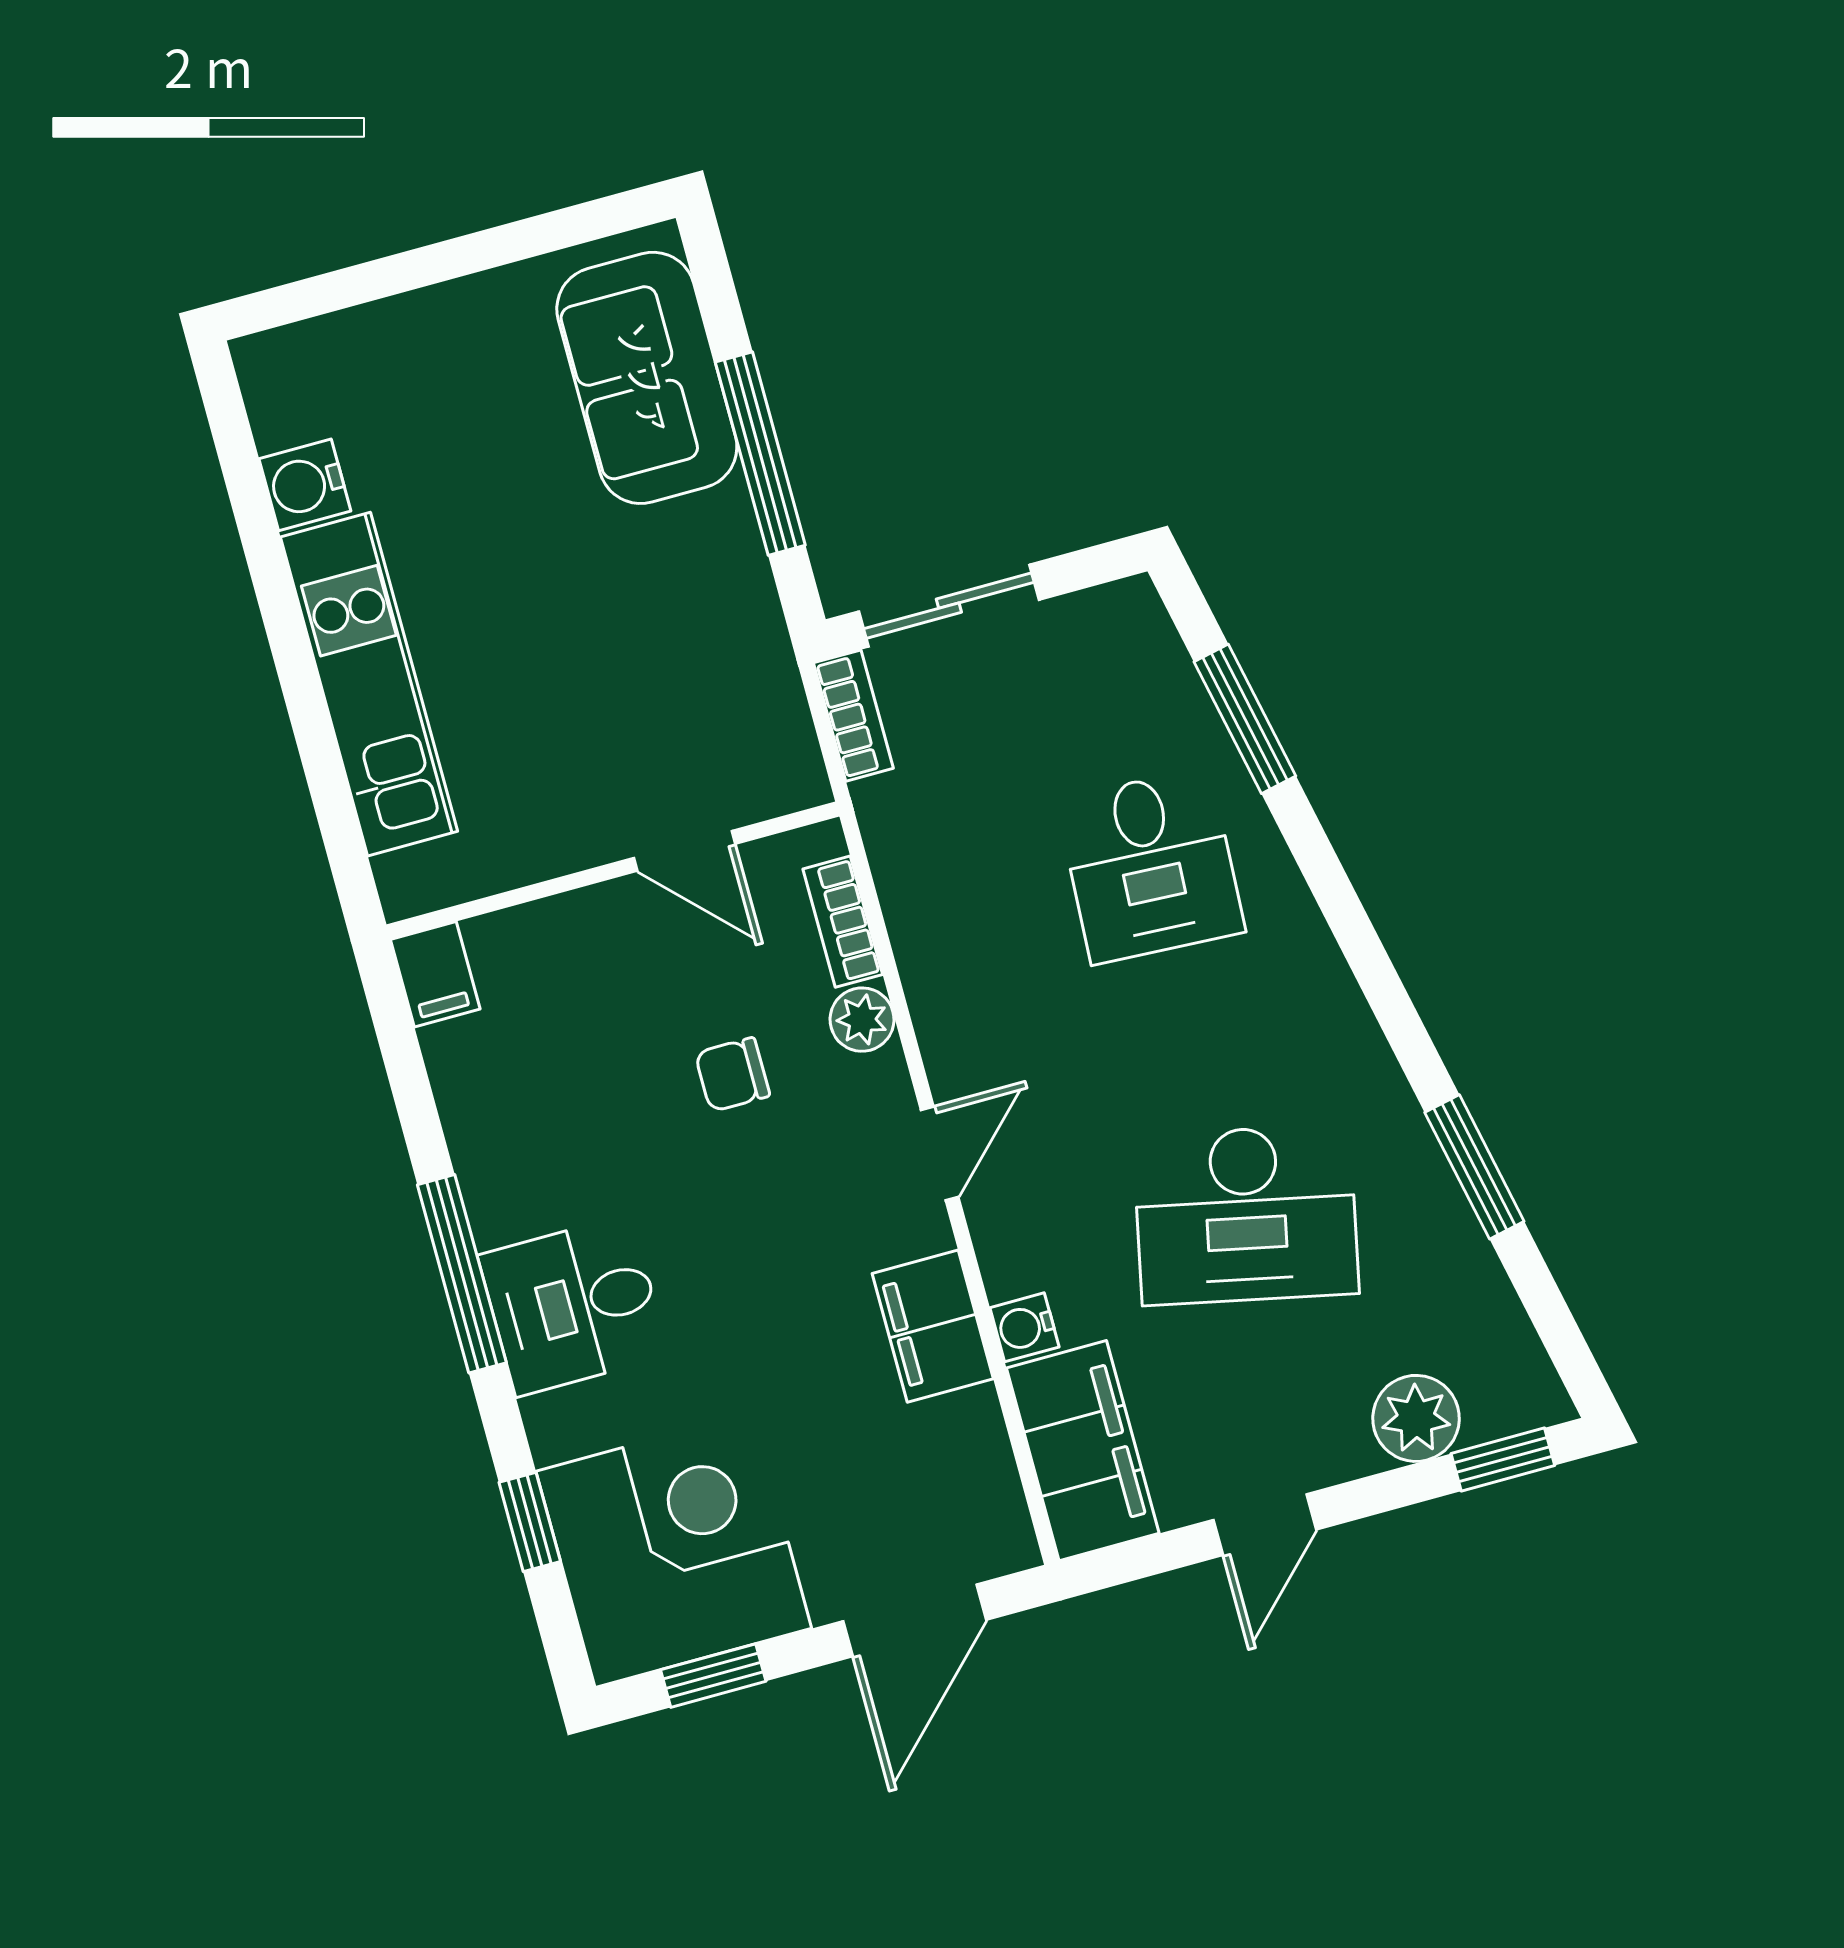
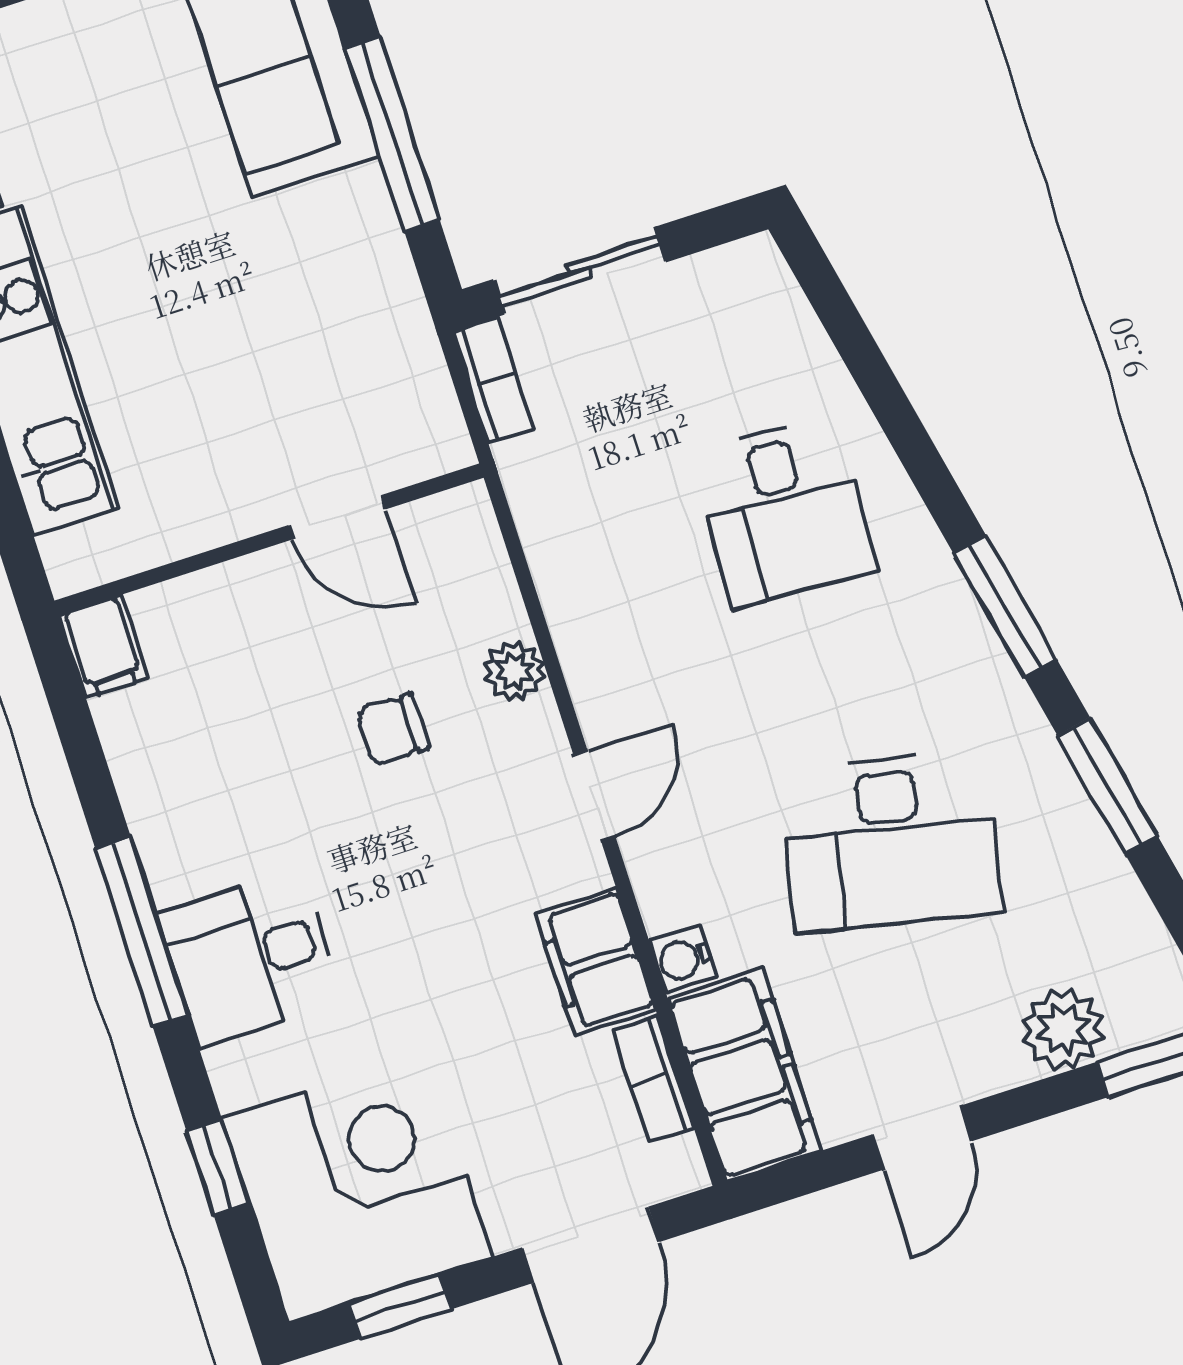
window: (1245, 719) -> (1005, 607), moved
bookcase: (843, 922) -> (653, 1079), moved

